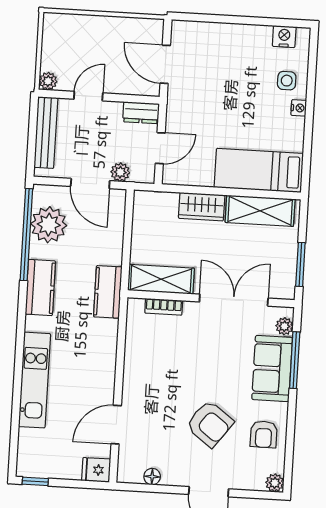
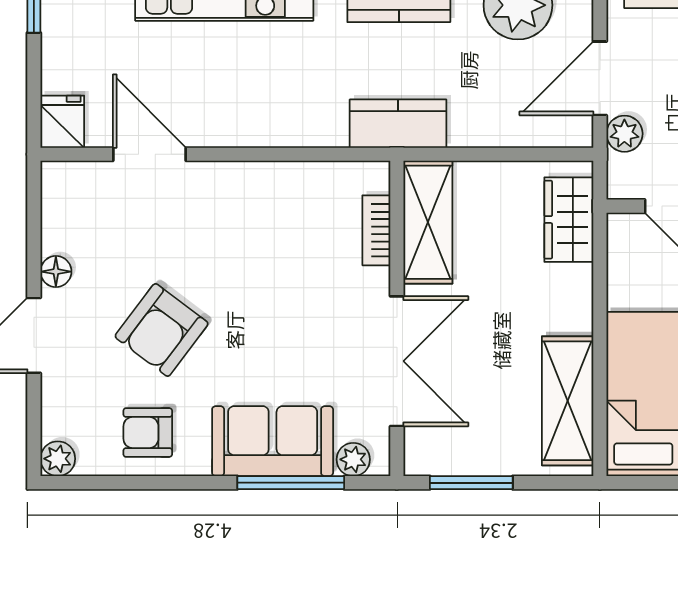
wardrobe: (202, 207) -> (569, 220), moved
floor lamp: (152, 477) -> (56, 272), moved

